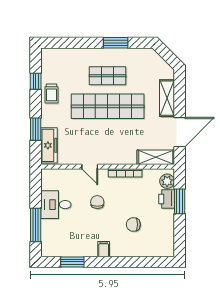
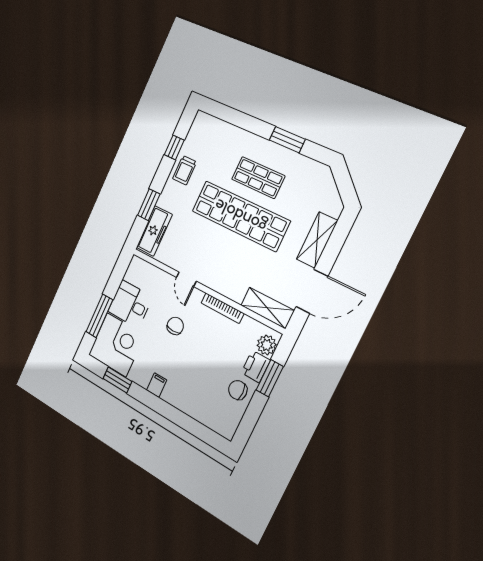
chair: (133, 224) -> (238, 390), moved
corner desk: (59, 238) -> (116, 345), added

